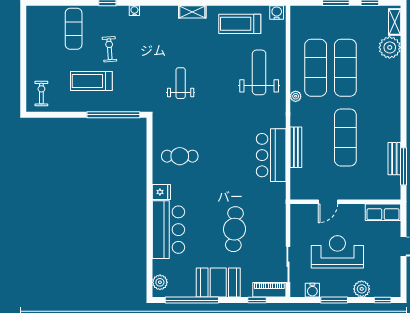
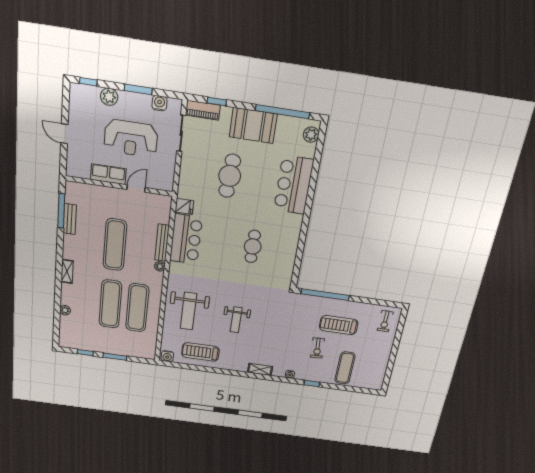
shelving: (192, 12) -> (260, 369), moved
shelving: (395, 22) -> (67, 271), moved
treadmill: (240, 24) -> (200, 352), turned 180
plant: (390, 47) -> (65, 310), width x0.53, depth x0.53
treadmill: (91, 81) -> (339, 325), turned 180
weight bench: (181, 83) -> (236, 320), moved
plant: (296, 96) -> (160, 266), moved
cafe table: (180, 156) -> (253, 246), moved, turned 90
fridge: (161, 192) -> (184, 206), moved, turned 180
row of seats: (383, 212) -> (108, 174), moved

